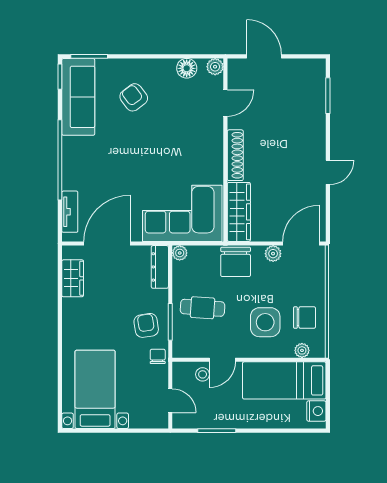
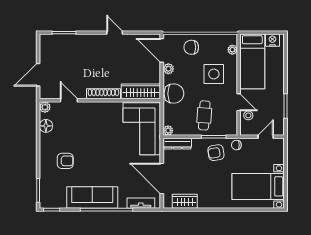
sofa: (78, 97) -> (92, 198), moved
armchair: (134, 97) -> (65, 161), turned -143
chair: (305, 318) -> (191, 47), moved, turned -90

